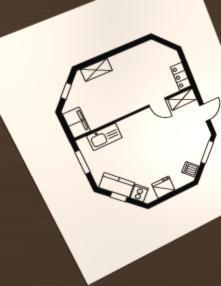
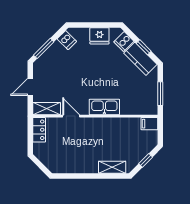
filing cabinet: (77, 123) -> (149, 124), width x0.50
kitchen sink: (104, 137) -> (104, 107), moved

